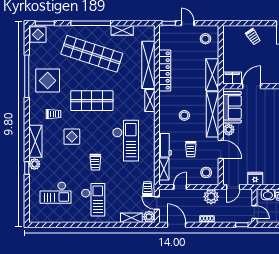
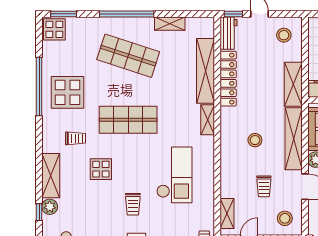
shop shelf: (92, 54) -> (128, 56), width x0.71
workbench: (165, 145) -> (229, 33), moved

